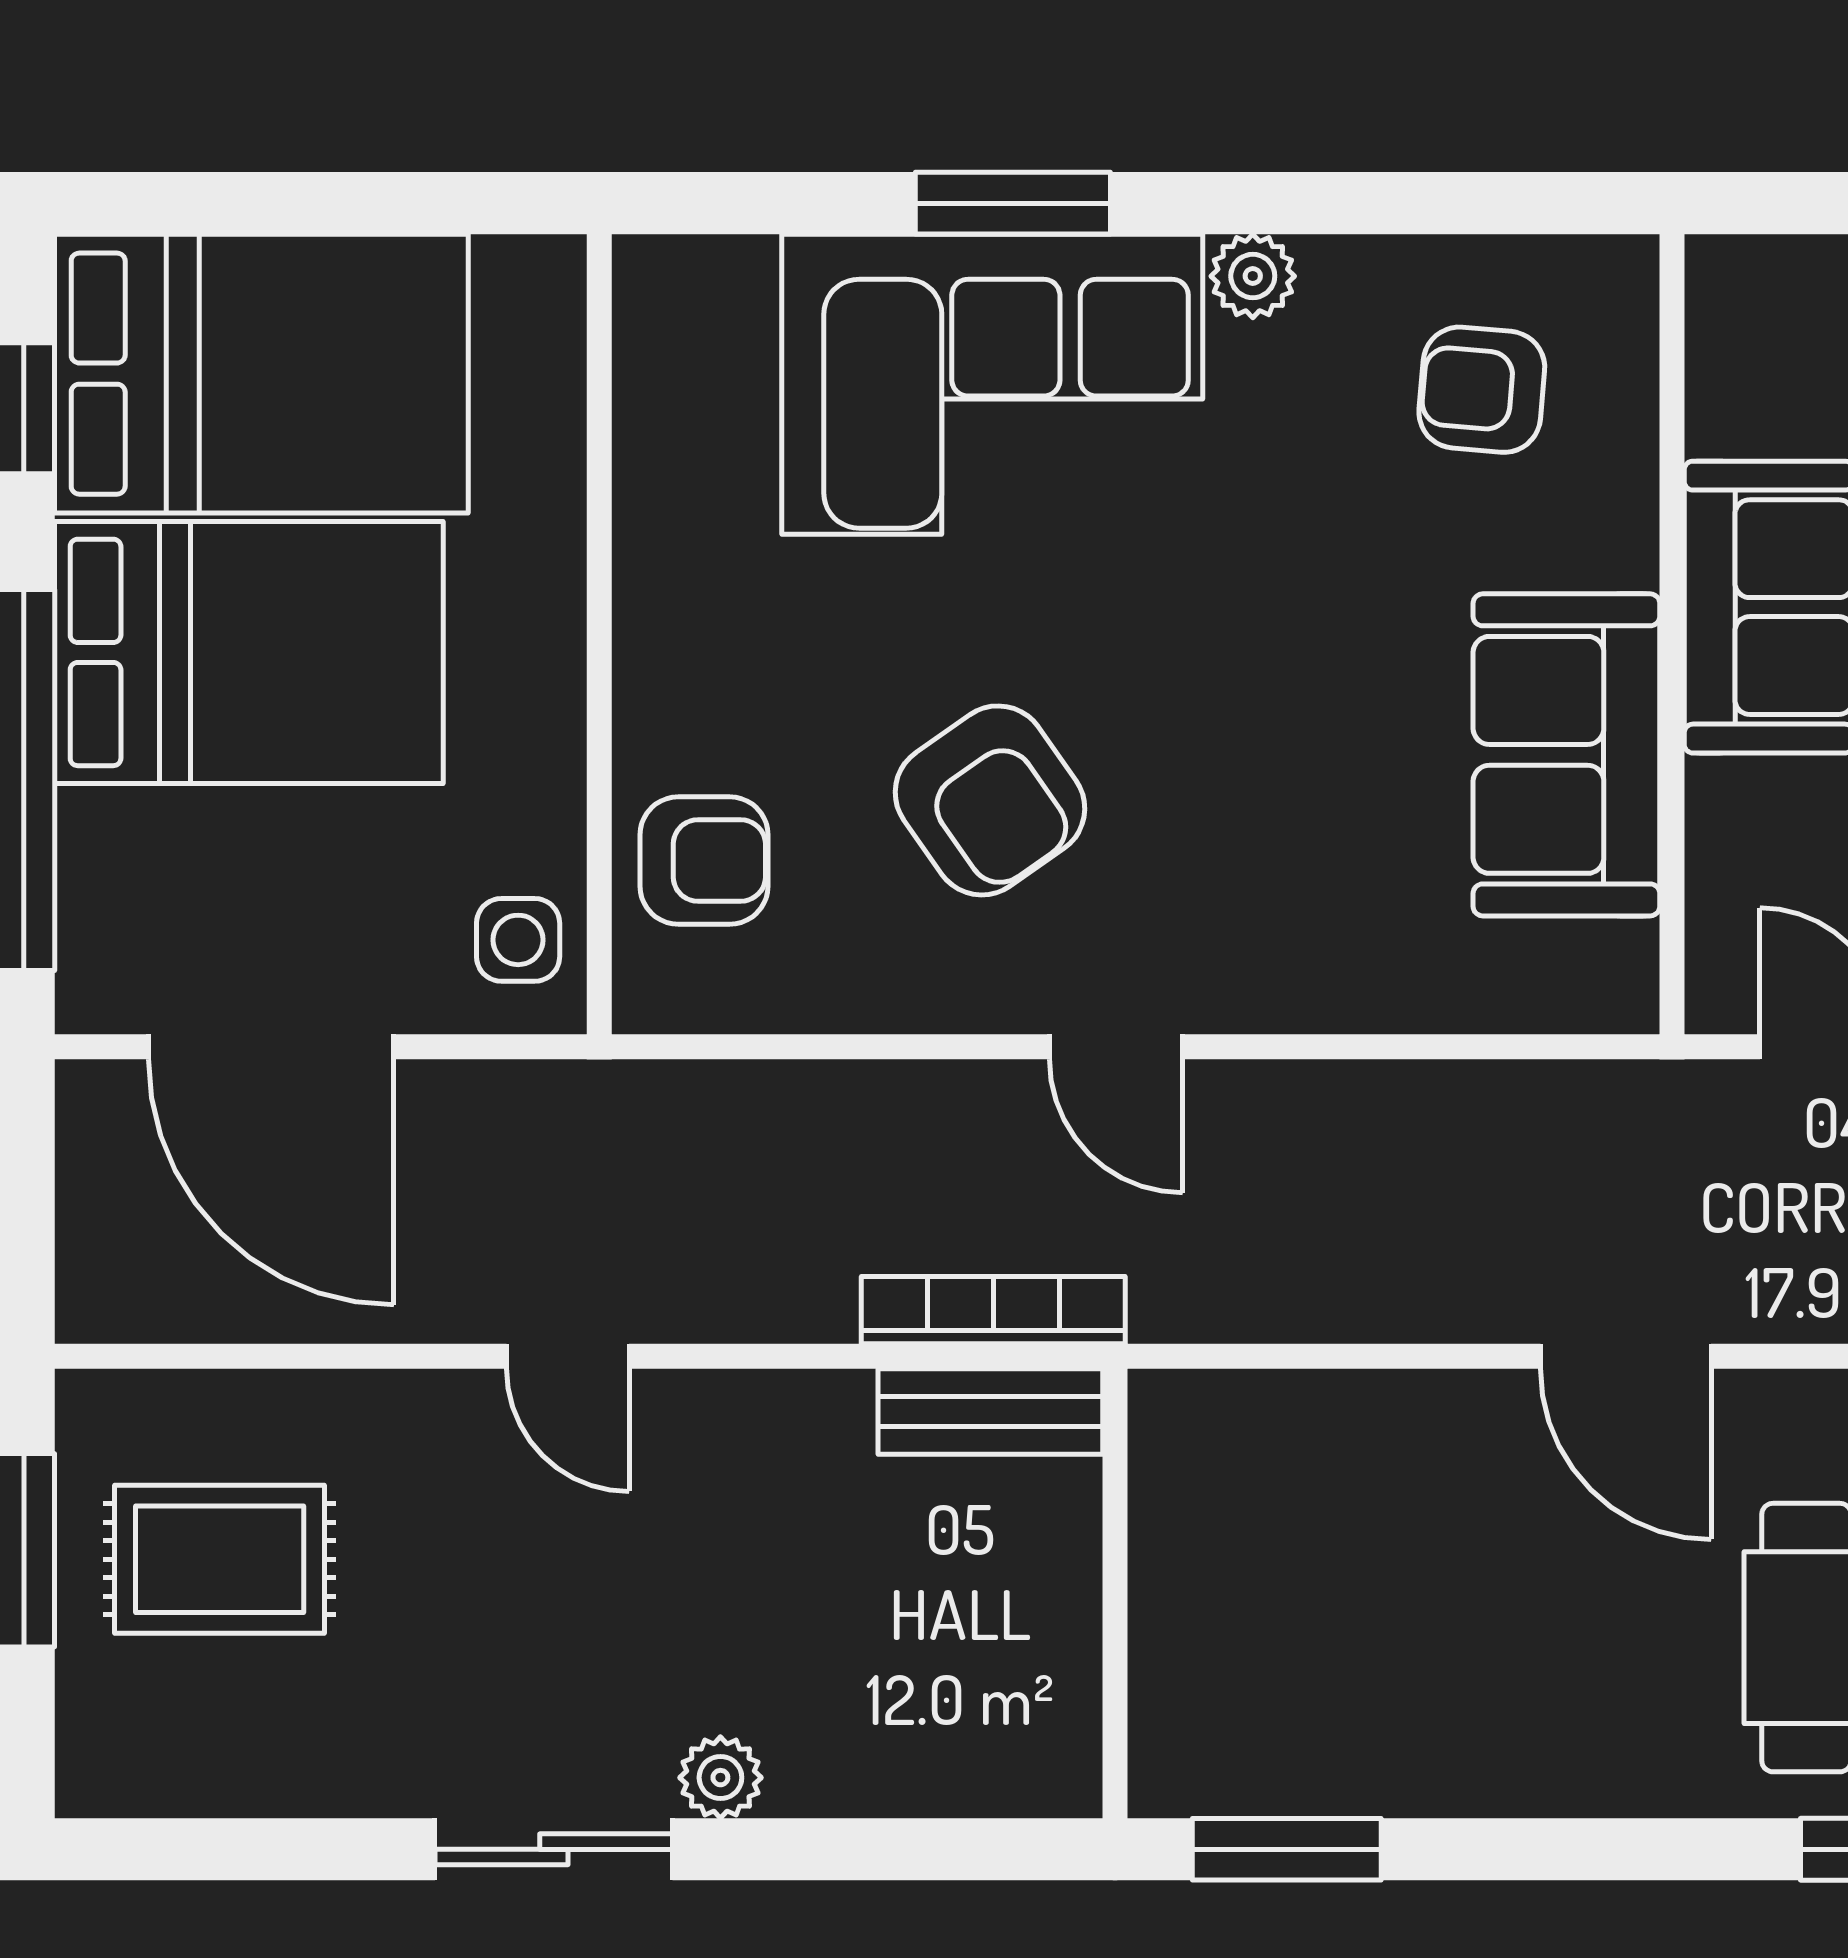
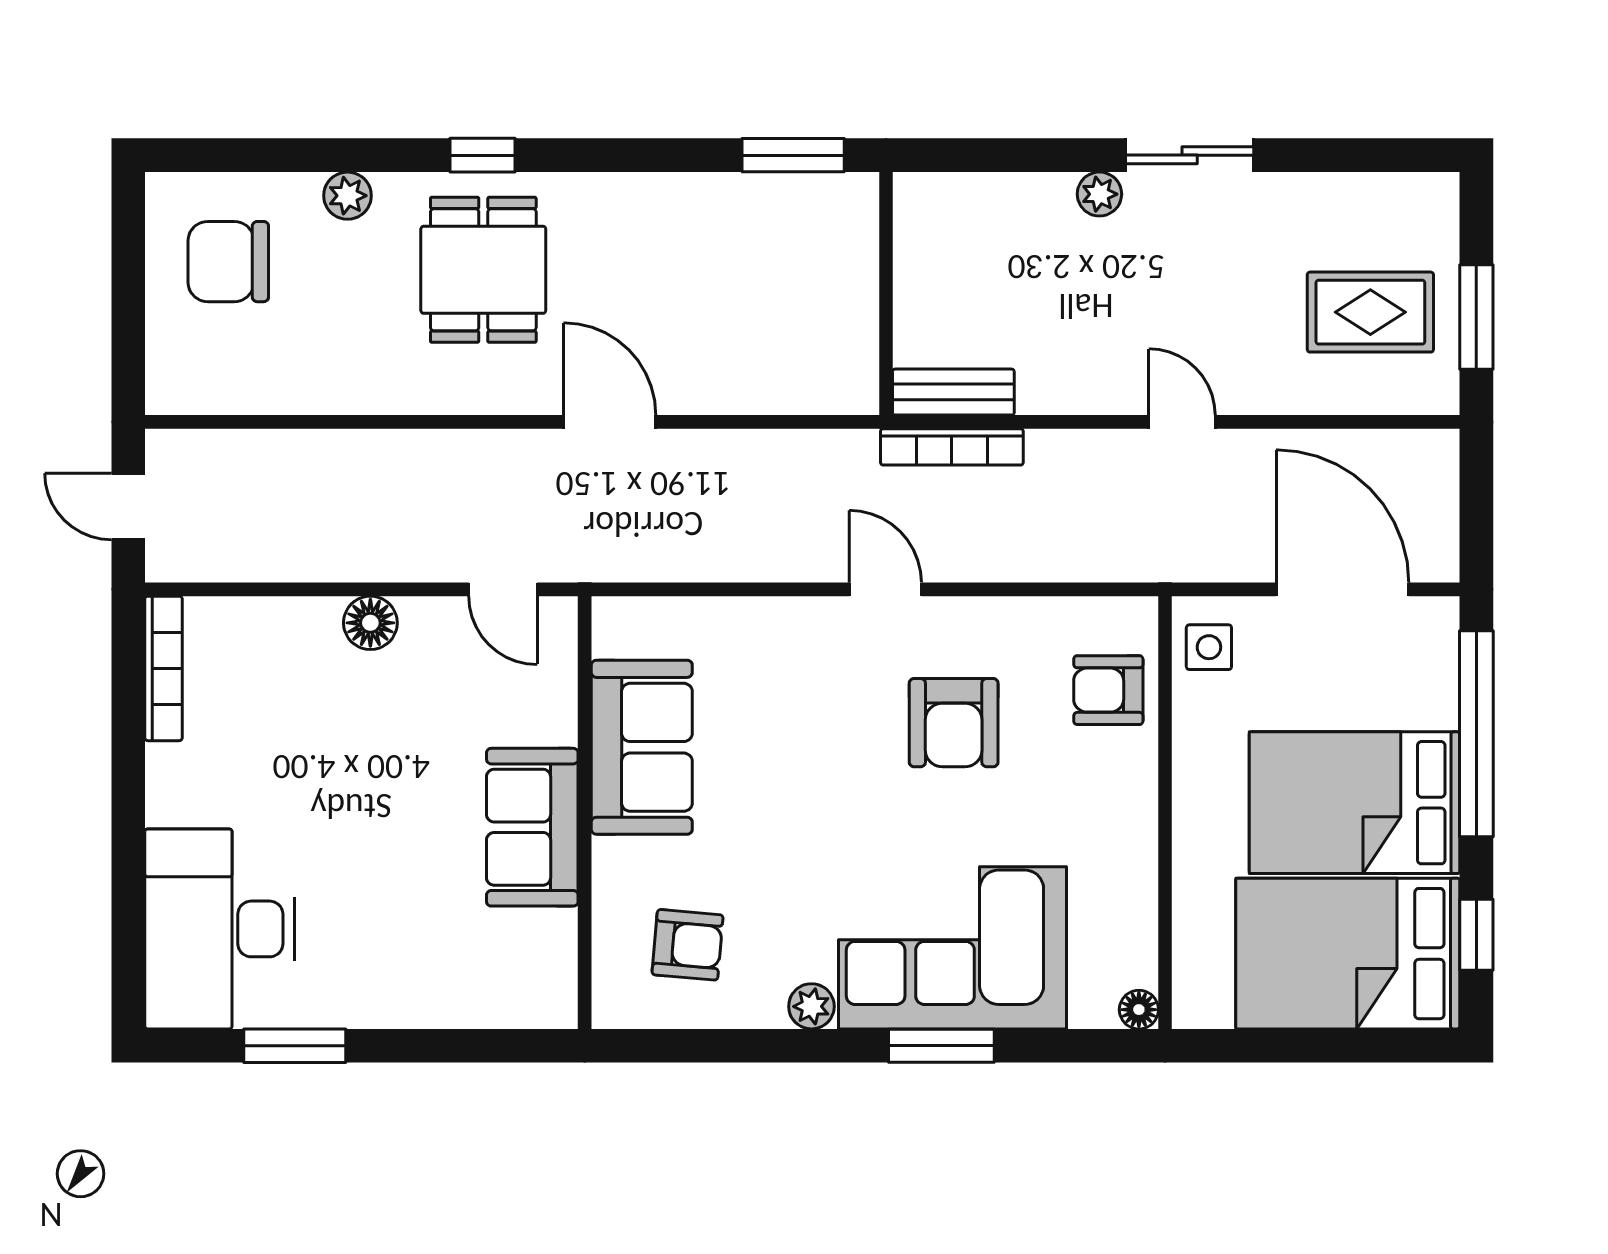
floor lamp: (648, 270) -> (1139, 1010), added
armchair: (990, 800) -> (954, 723), turned -145

